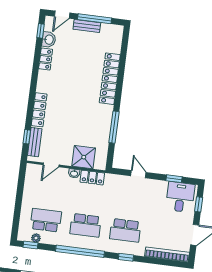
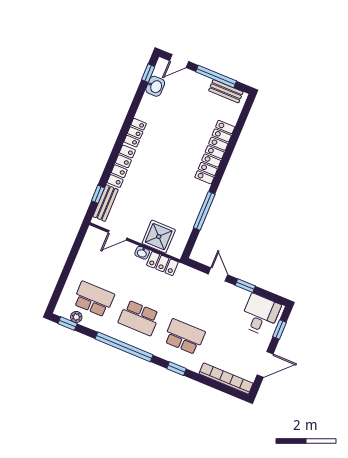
bench: (87, 26) -> (226, 91), moved
locker: (46, 59) -> (135, 133), moved
window: (174, 179) -> (245, 286), moved
school desk: (125, 230) -> (184, 337), turned 180

